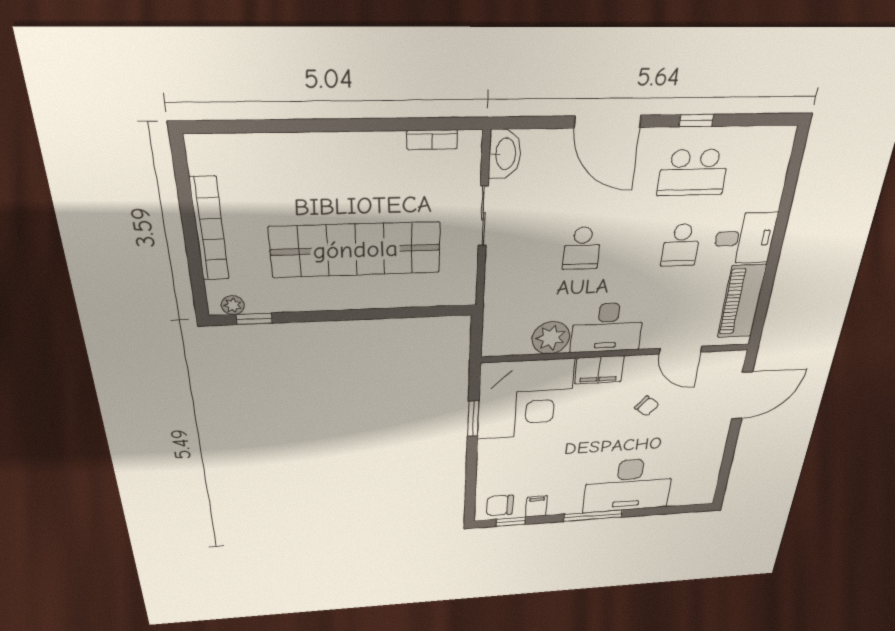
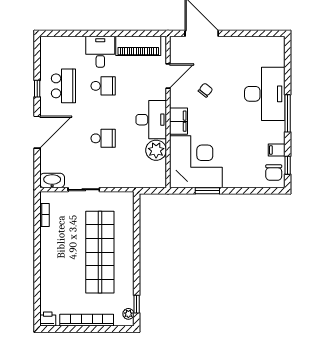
printer: (201, 150) -> (48, 319), added

